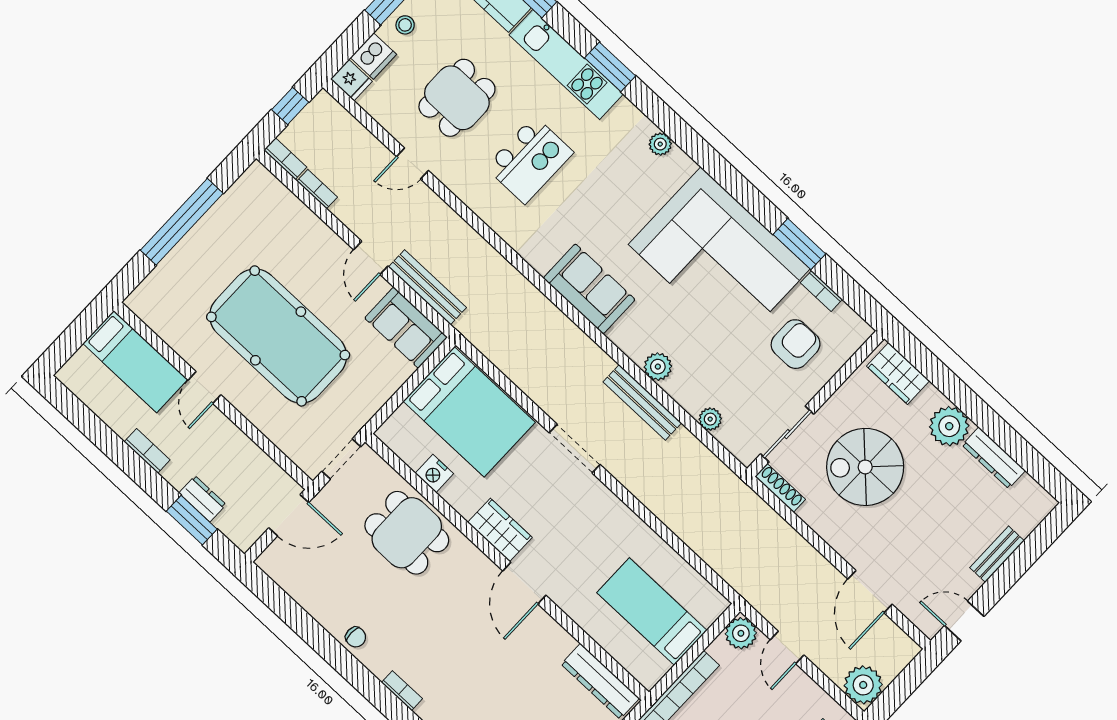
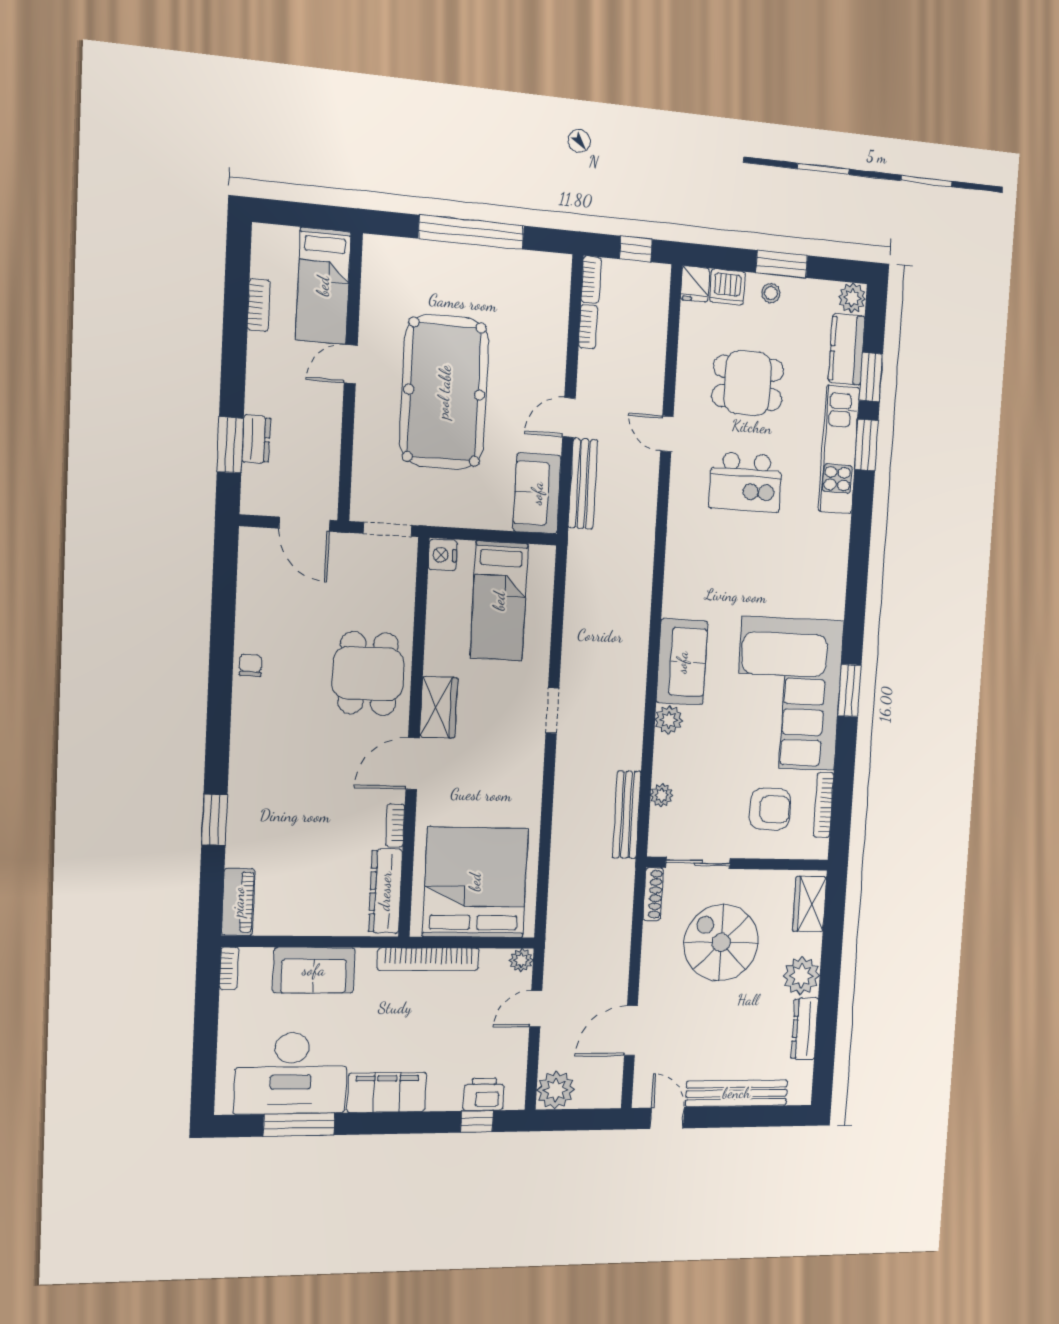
window: (610, 67) -> (866, 445), moved
plant: (660, 144) -> (837, 575), removed
door: (412, 164) -> (667, 434), moved
window: (799, 244) -> (850, 690), moved
sofa: (589, 289) -> (682, 662), moved
bookcase: (821, 291) -> (824, 805), width x1.56
bench: (642, 402) -> (627, 815), moved
bed: (469, 412) -> (499, 601), width x0.67
doorway: (575, 449) -> (552, 711), width x0.73
bookcase: (147, 451) -> (259, 305), moved
nightstand: (434, 474) -> (443, 555), moved
dining table: (407, 533) -> (368, 673), moved
bench: (997, 554) -> (737, 1093), width x1.86, depth x1.21
bed: (652, 612) -> (475, 882), width x2.04
plant: (741, 633) -> (521, 960), width x0.73, depth x0.73
chair: (356, 637) -> (250, 665), turned 180
bookcase: (402, 691) -> (395, 825), moved, turned 180

